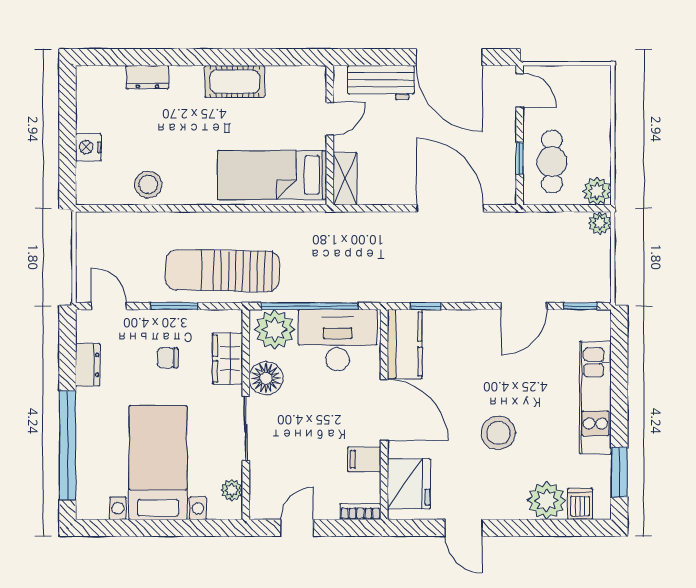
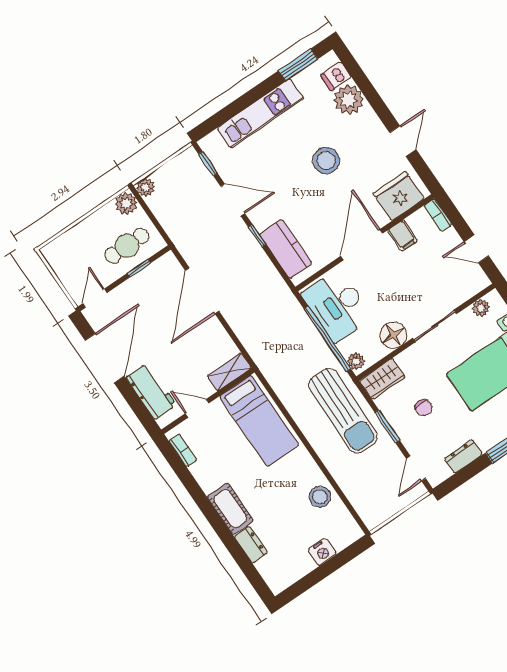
bookcase: (296, 74) -> (183, 450), added
cot: (235, 81) -> (230, 509), moved
window: (426, 306) -> (257, 236), moved
plant: (275, 329) -> (356, 361), width x0.53, depth x0.53
kitchen counter: (405, 344) -> (286, 249), moved, turned 90
wardrobe: (228, 359) -> (382, 379), moved

